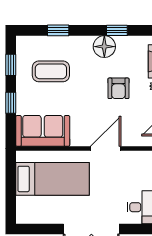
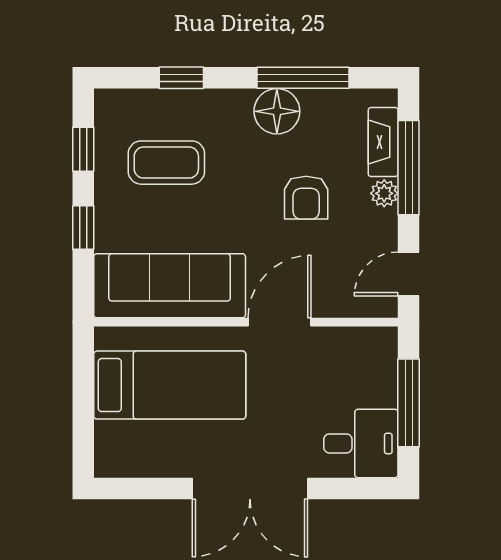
window: (117, 30) -> (303, 78), width x2.17
sofa: (43, 131) -> (170, 286), width x1.36

